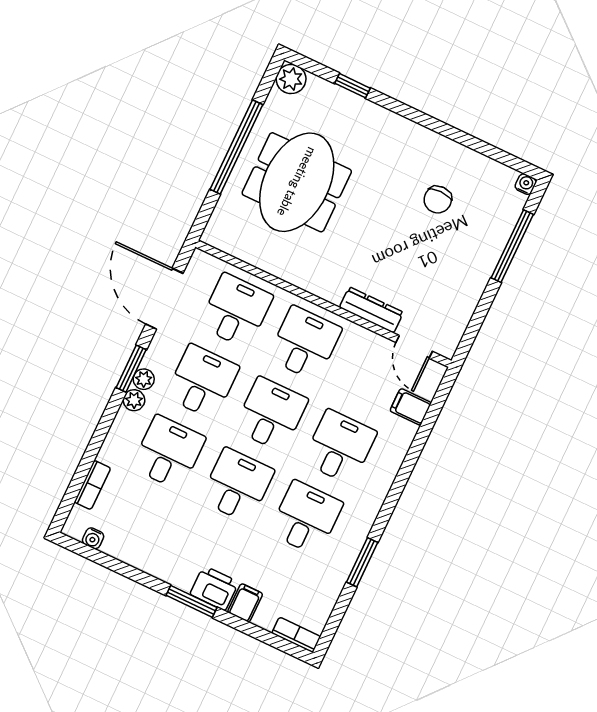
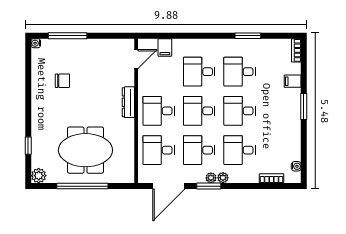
dresser: (371, 310) -> (128, 102), moved
printer: (214, 588) -> (293, 99), removed

